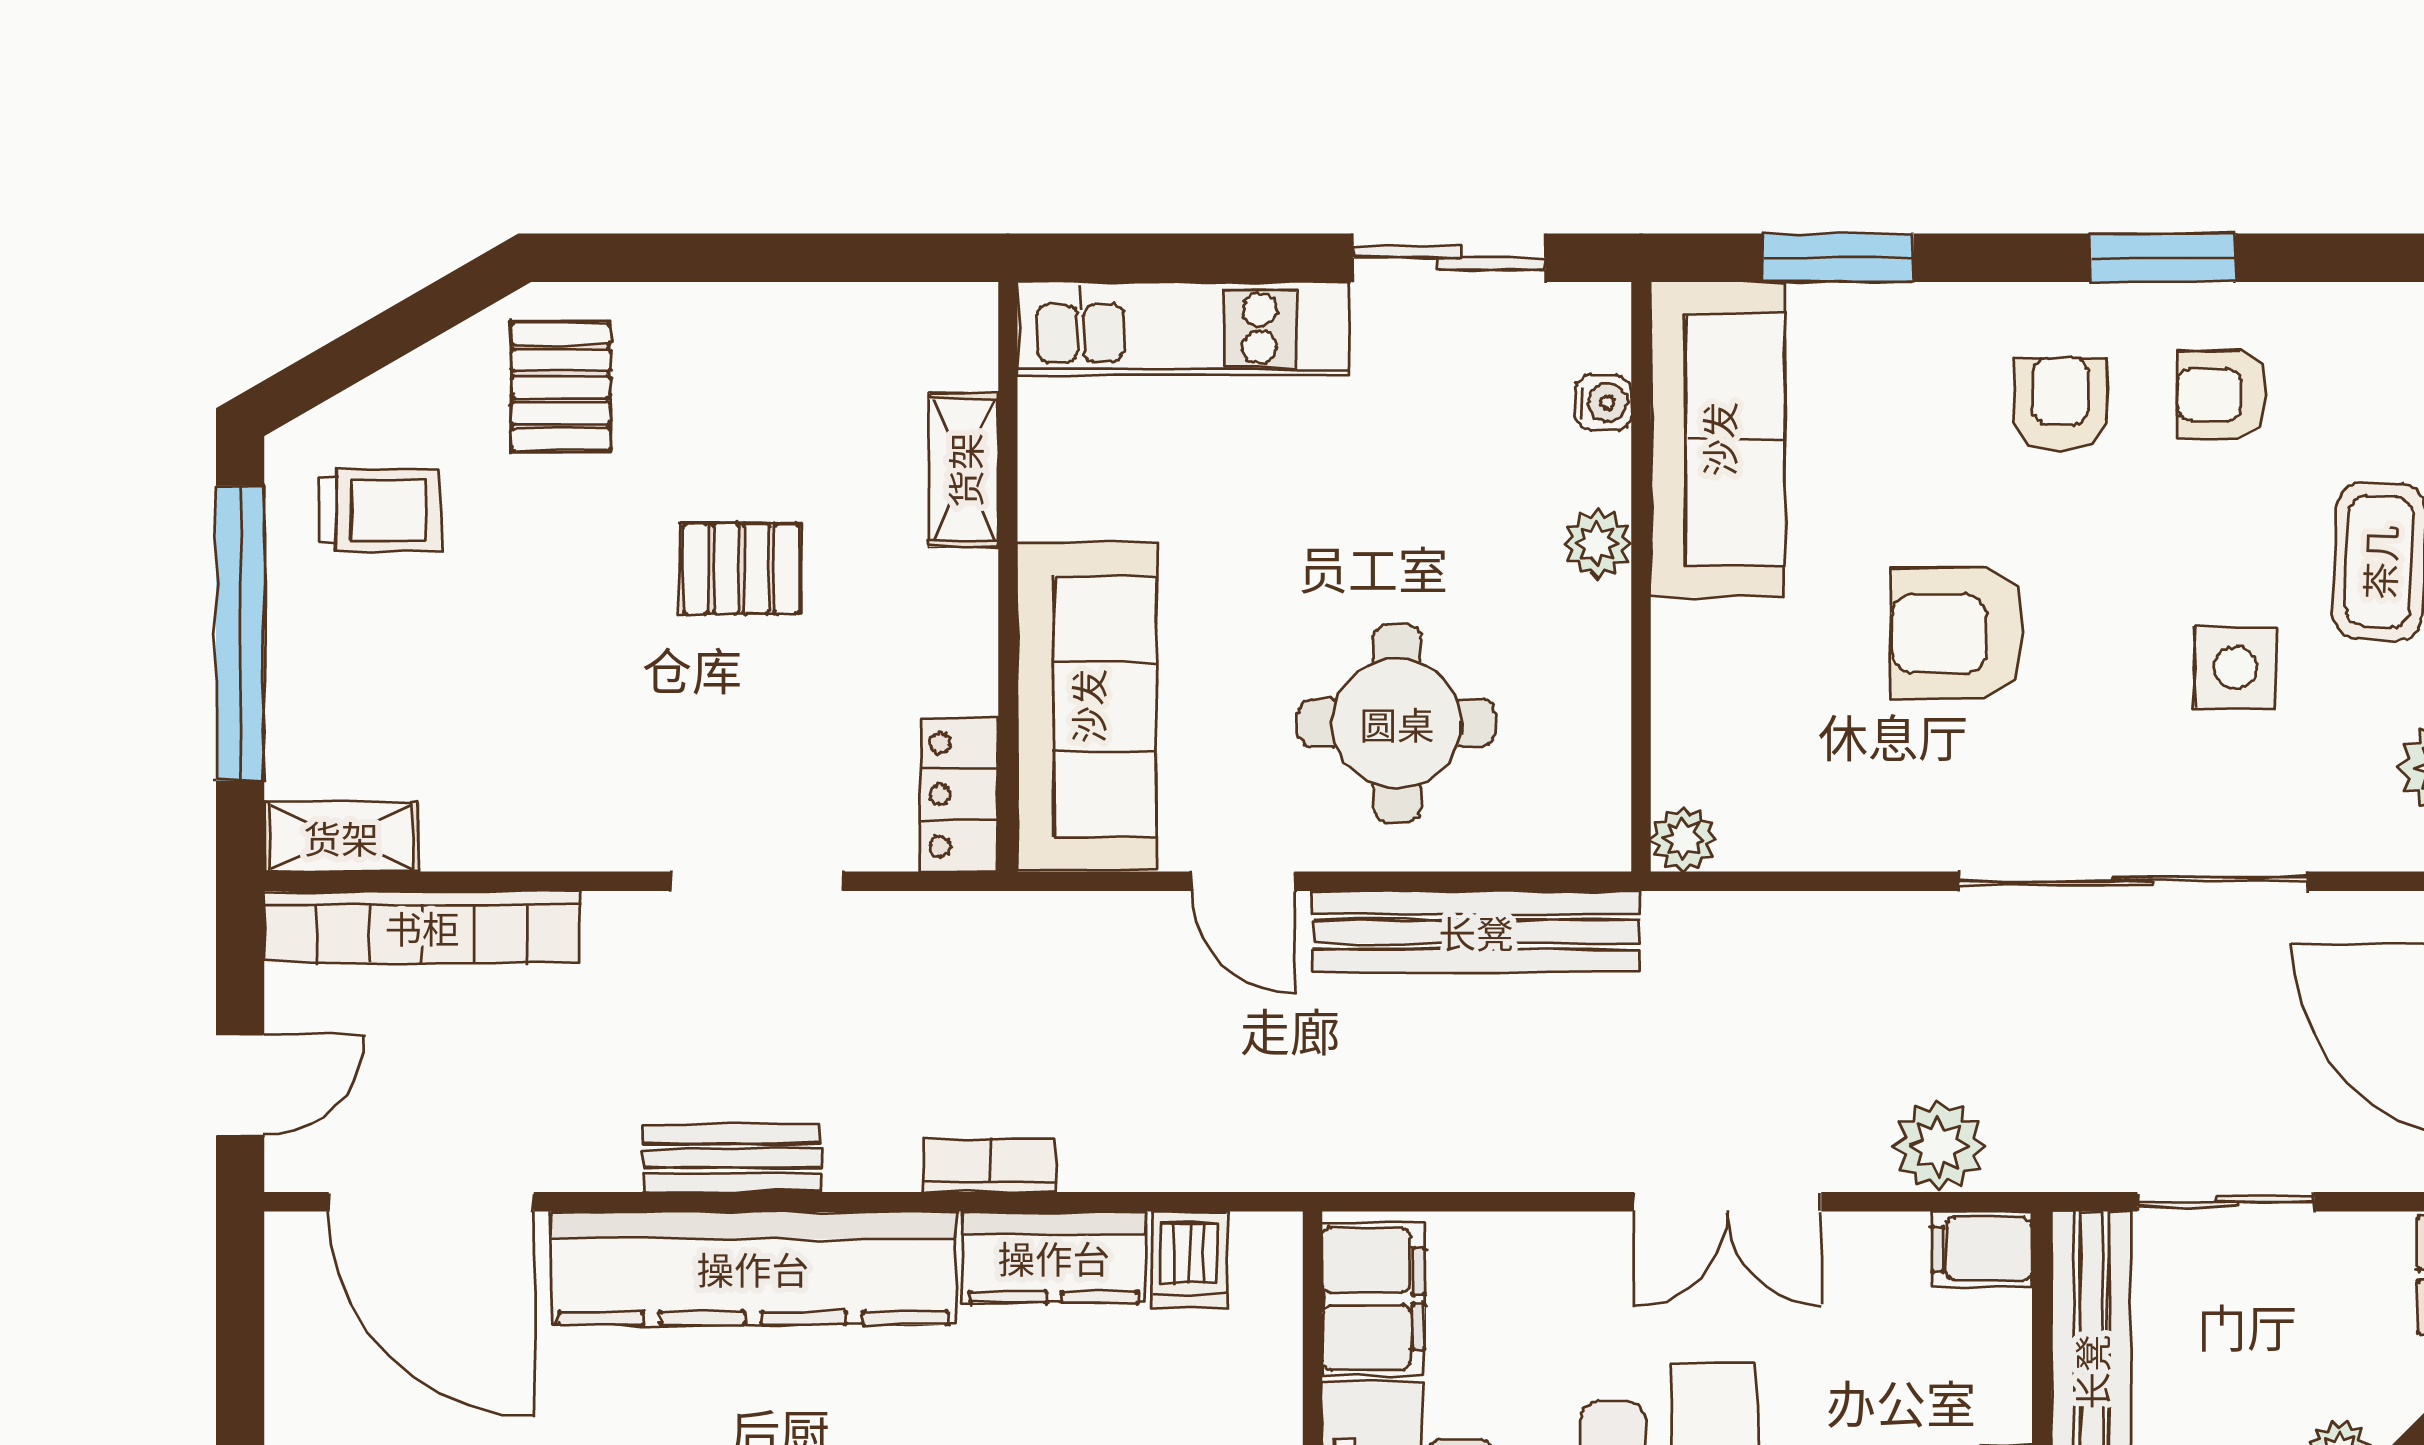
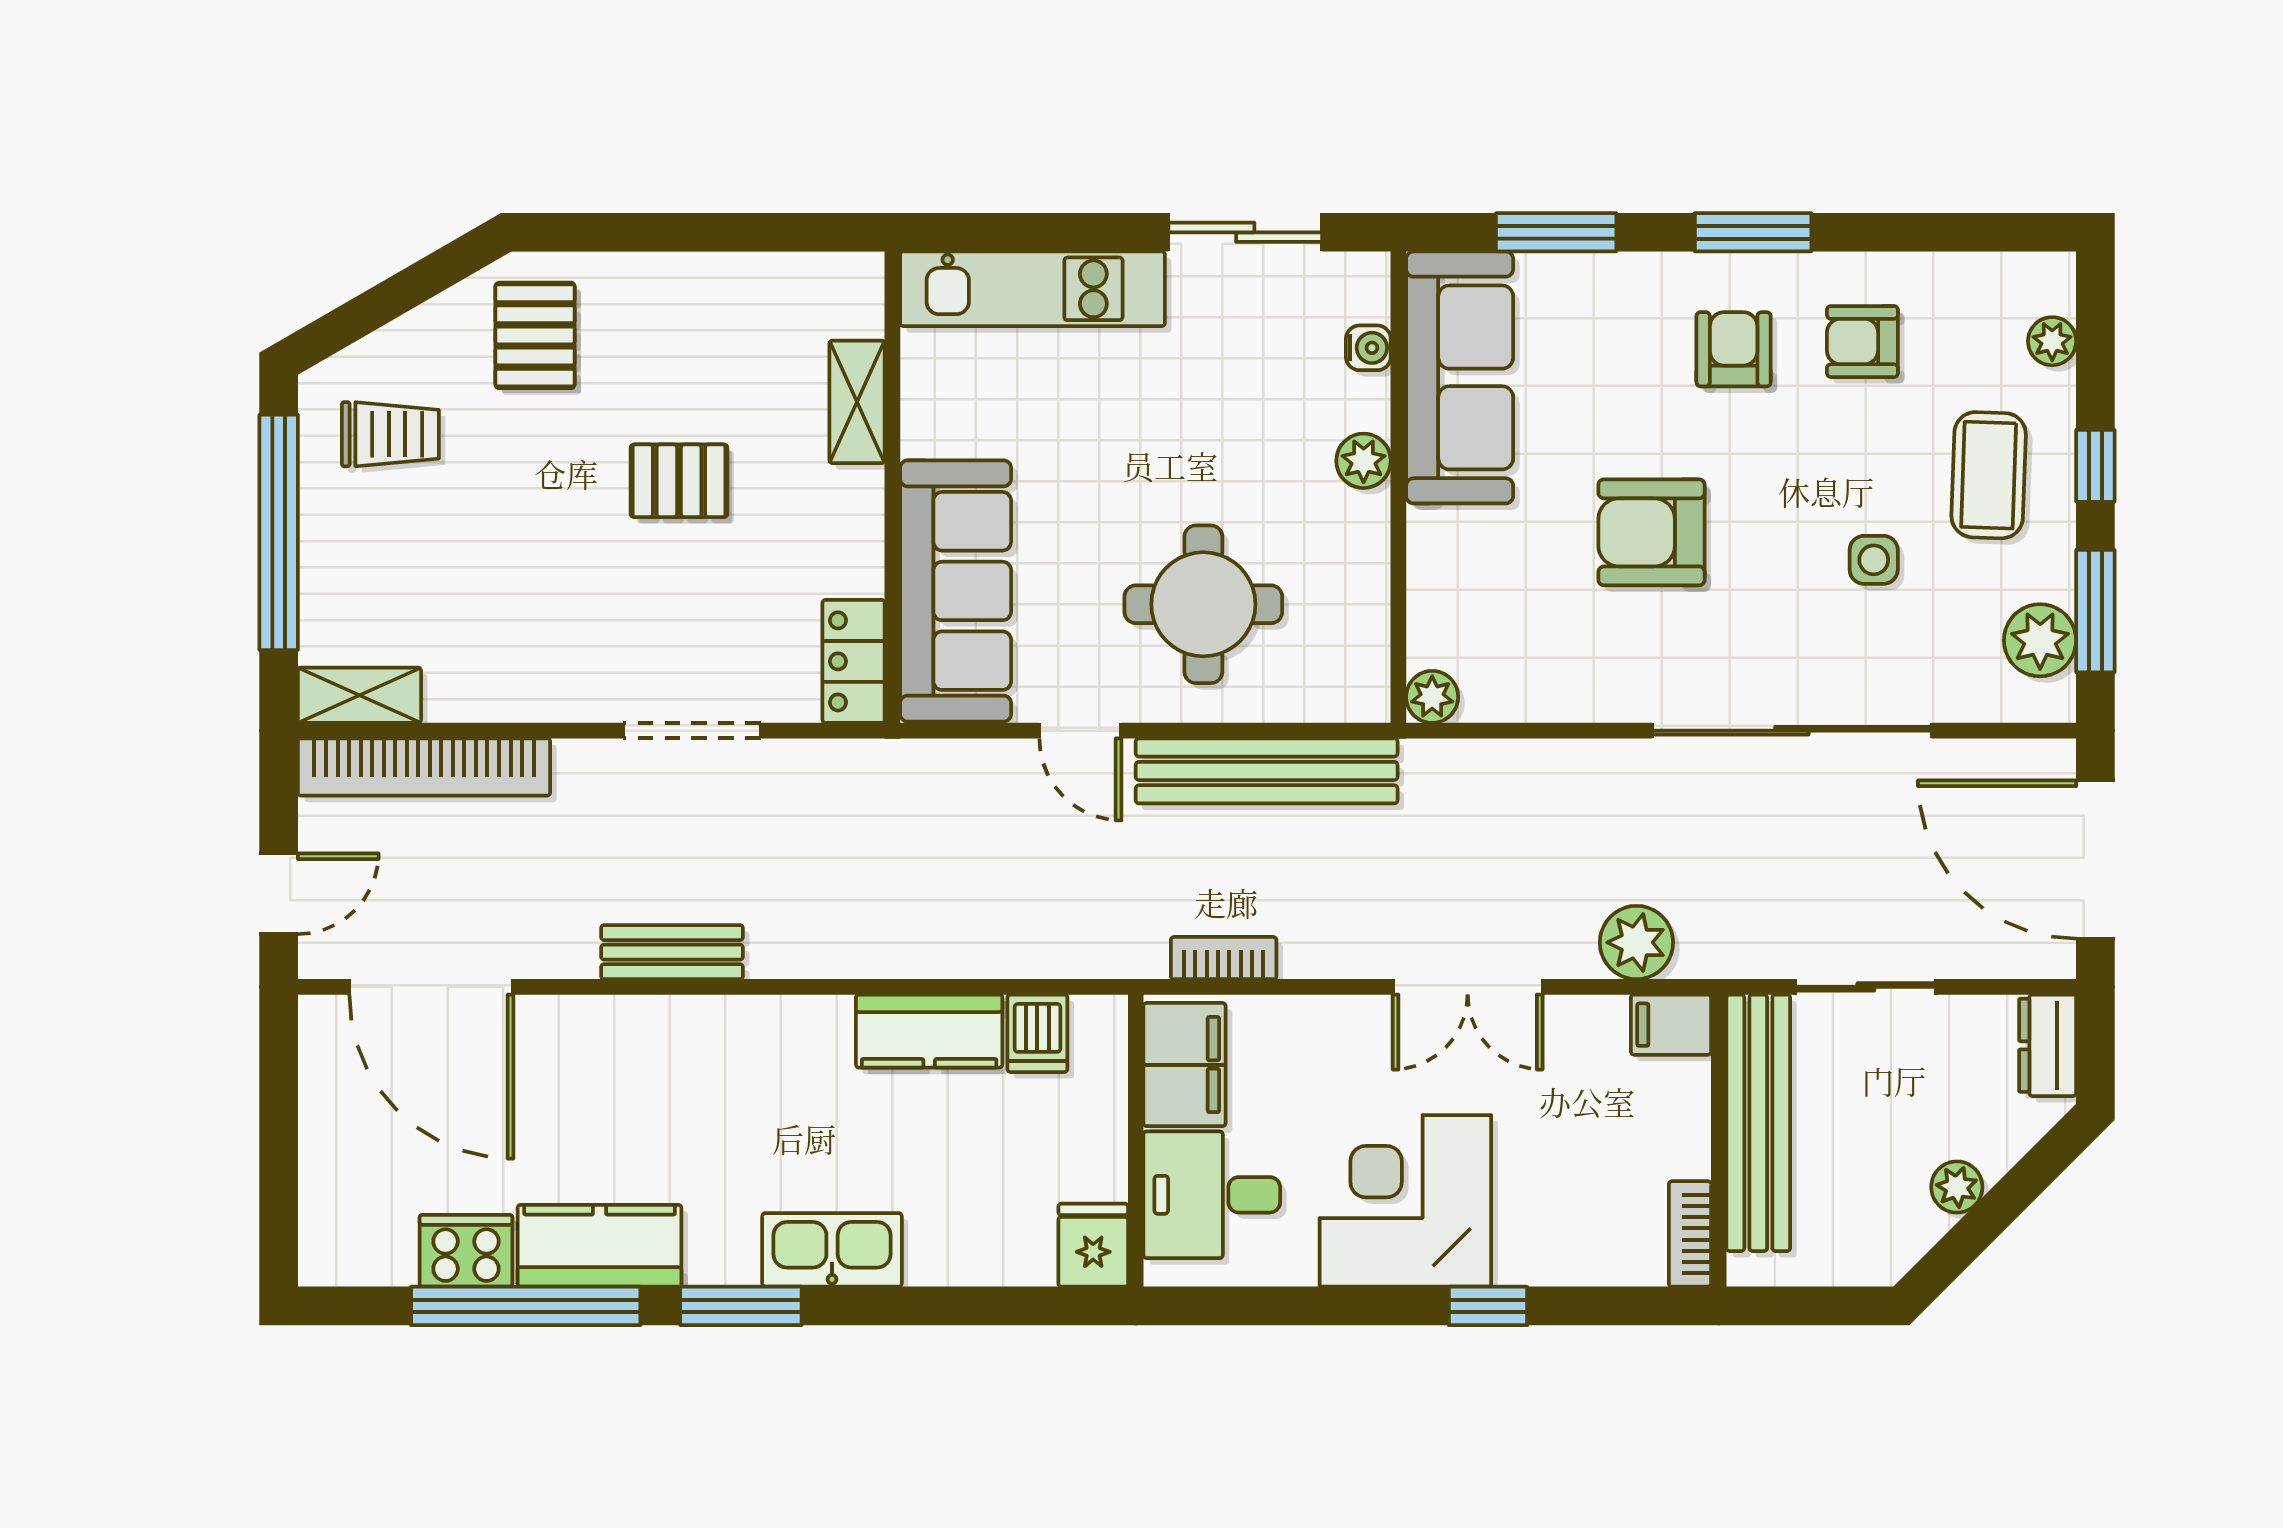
window: (2163, 258) -> (1753, 232), moved
side table: (2236, 668) -> (1874, 560), width x0.73, depth x0.73
bookcase: (990, 1166) -> (1224, 958), moved
kitchen counter: (753, 1268) -> (689, 1040), removed

